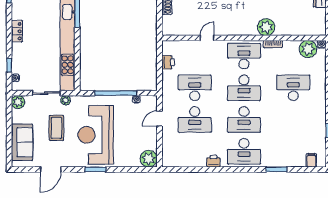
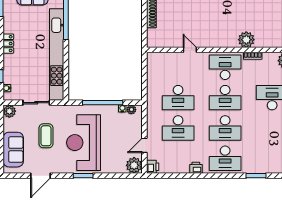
door: (207, 38) -> (190, 50), hinge flipped
printer: (168, 62) -> (153, 167), moved
desk: (195, 88) -> (178, 98), turned 180
plant: (66, 100) -> (131, 110), moved
door: (159, 119) -> (144, 145), moved

